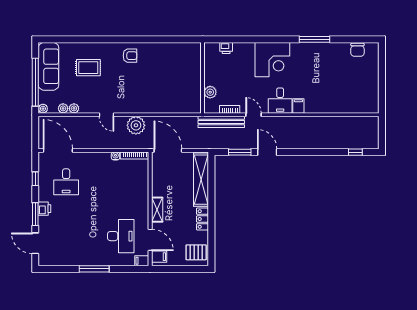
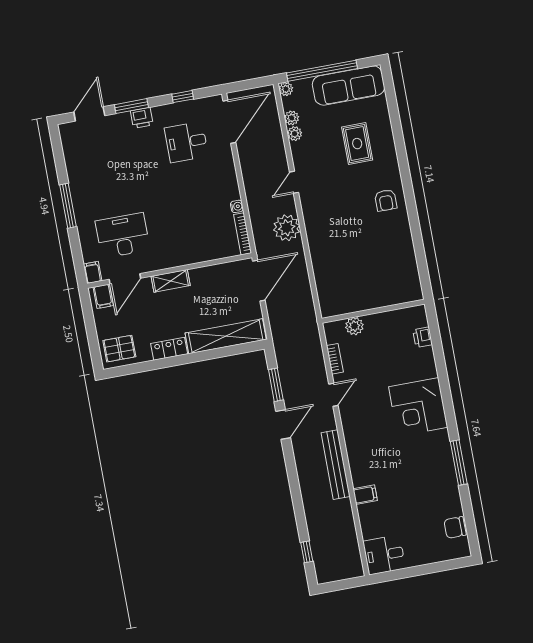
desk: (280, 101) -> (384, 555), moved
filing cabinet: (298, 106) -> (365, 495), moved
bench: (221, 122) -> (336, 465), moved
desk: (121, 236) -> (123, 235), turned 180
pallet: (196, 252) -> (119, 349), turned 90

